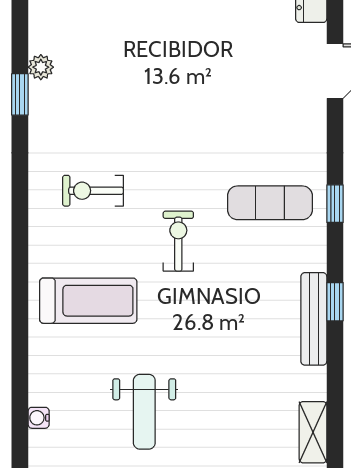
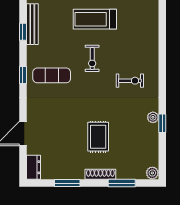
rug: (165, 64) -> (98, 137), added
plant: (41, 67) -> (153, 117), moved
treadmill: (88, 301) -> (95, 19), moved

